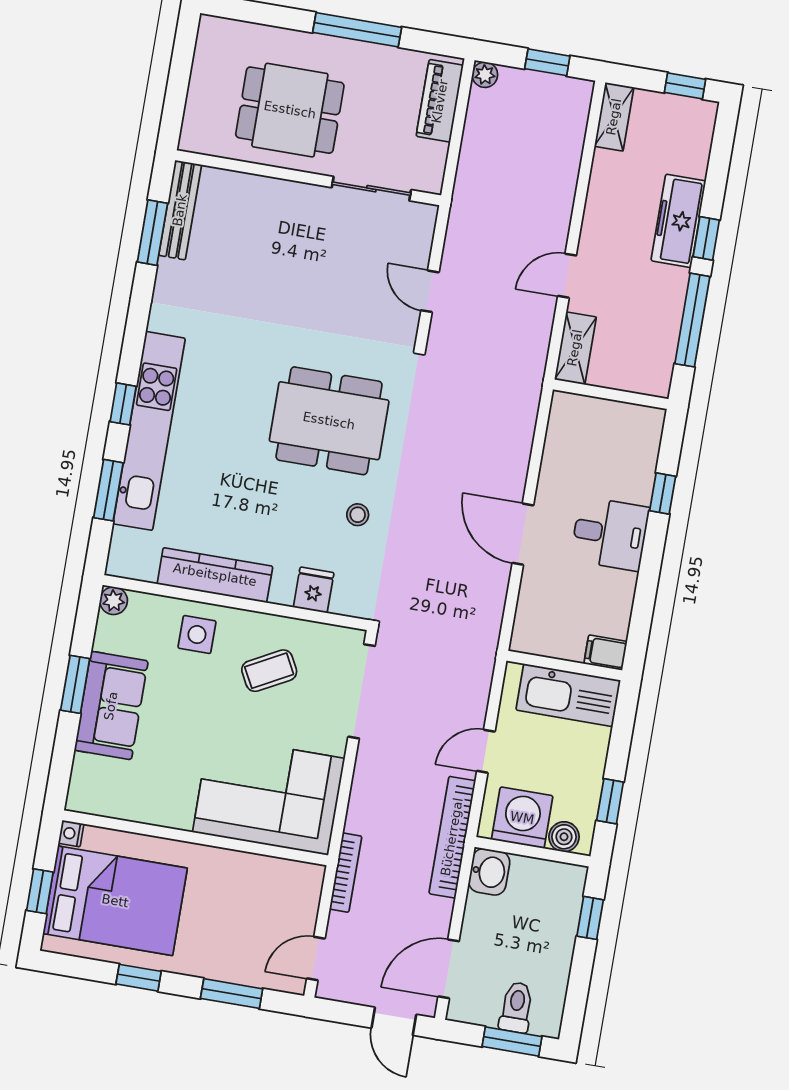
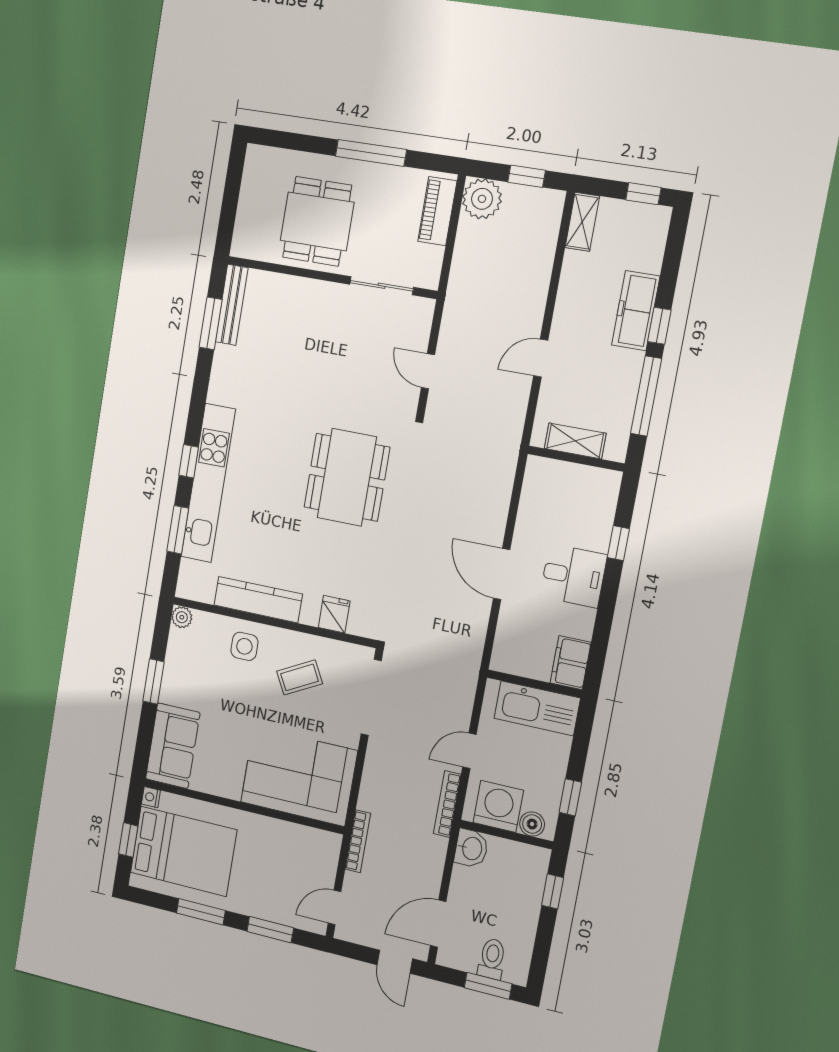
plant: (485, 75) -> (482, 199), width x1.87, depth x1.87
dining table: (290, 110) -> (317, 221), turned 90
shelving: (575, 348) -> (575, 441), moved, turned 90
dining table: (329, 421) -> (347, 477), turned 90
stool: (358, 515) -> (369, 554), removed
filing cabinet: (605, 653) -> (571, 663), width x2.00
sofa: (111, 706) -> (173, 746), moved
bookcase: (452, 837) -> (447, 804), width x0.68, depth x0.76
window: (139, 978) -> (201, 912), width x1.50

